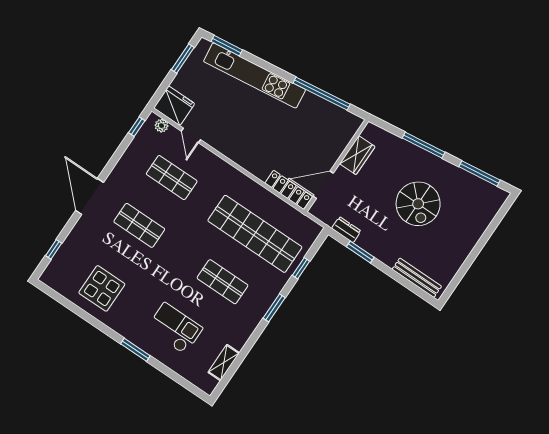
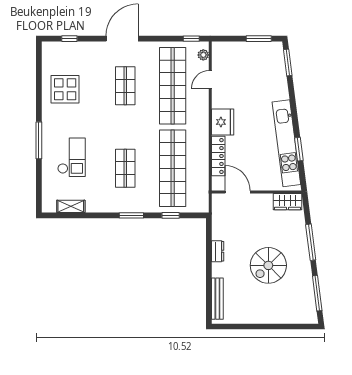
kitchen unit: (255, 75) -> (286, 143), moved
window: (322, 94) -> (299, 149), width x0.47
fridge: (174, 106) -> (223, 122), moved
wardrobe: (357, 155) -> (287, 202), moved
shop shelf: (172, 178) -> (173, 86), width x2.00, depth x1.36
locker: (289, 190) -> (218, 156), moved
dresser: (346, 230) -> (218, 251), moved
window: (360, 252) -> (209, 248), removed
window: (135, 350) -> (39, 140), width x1.44

